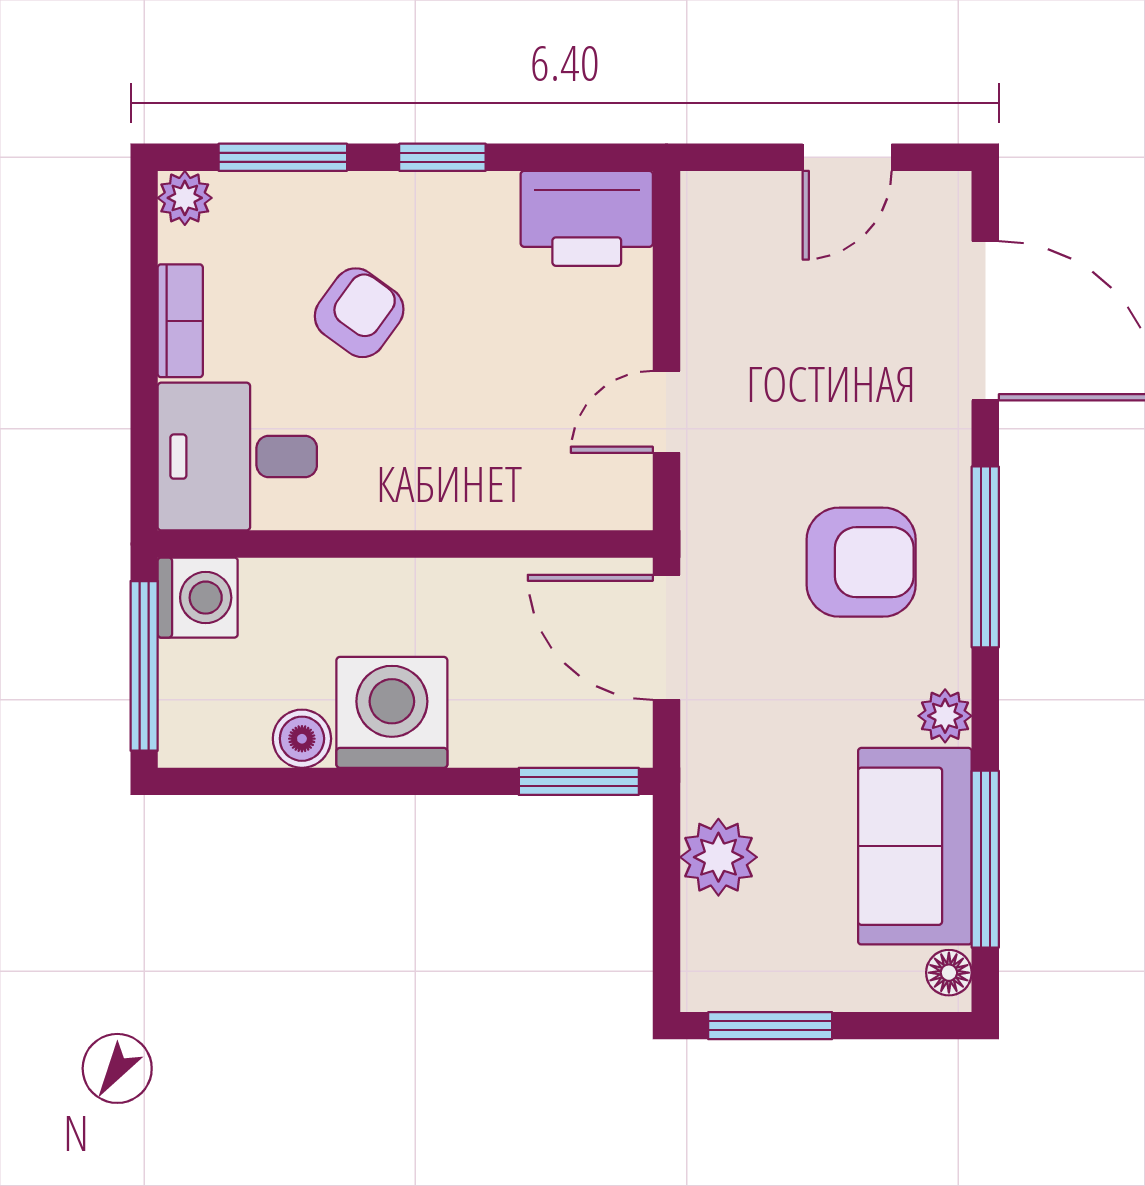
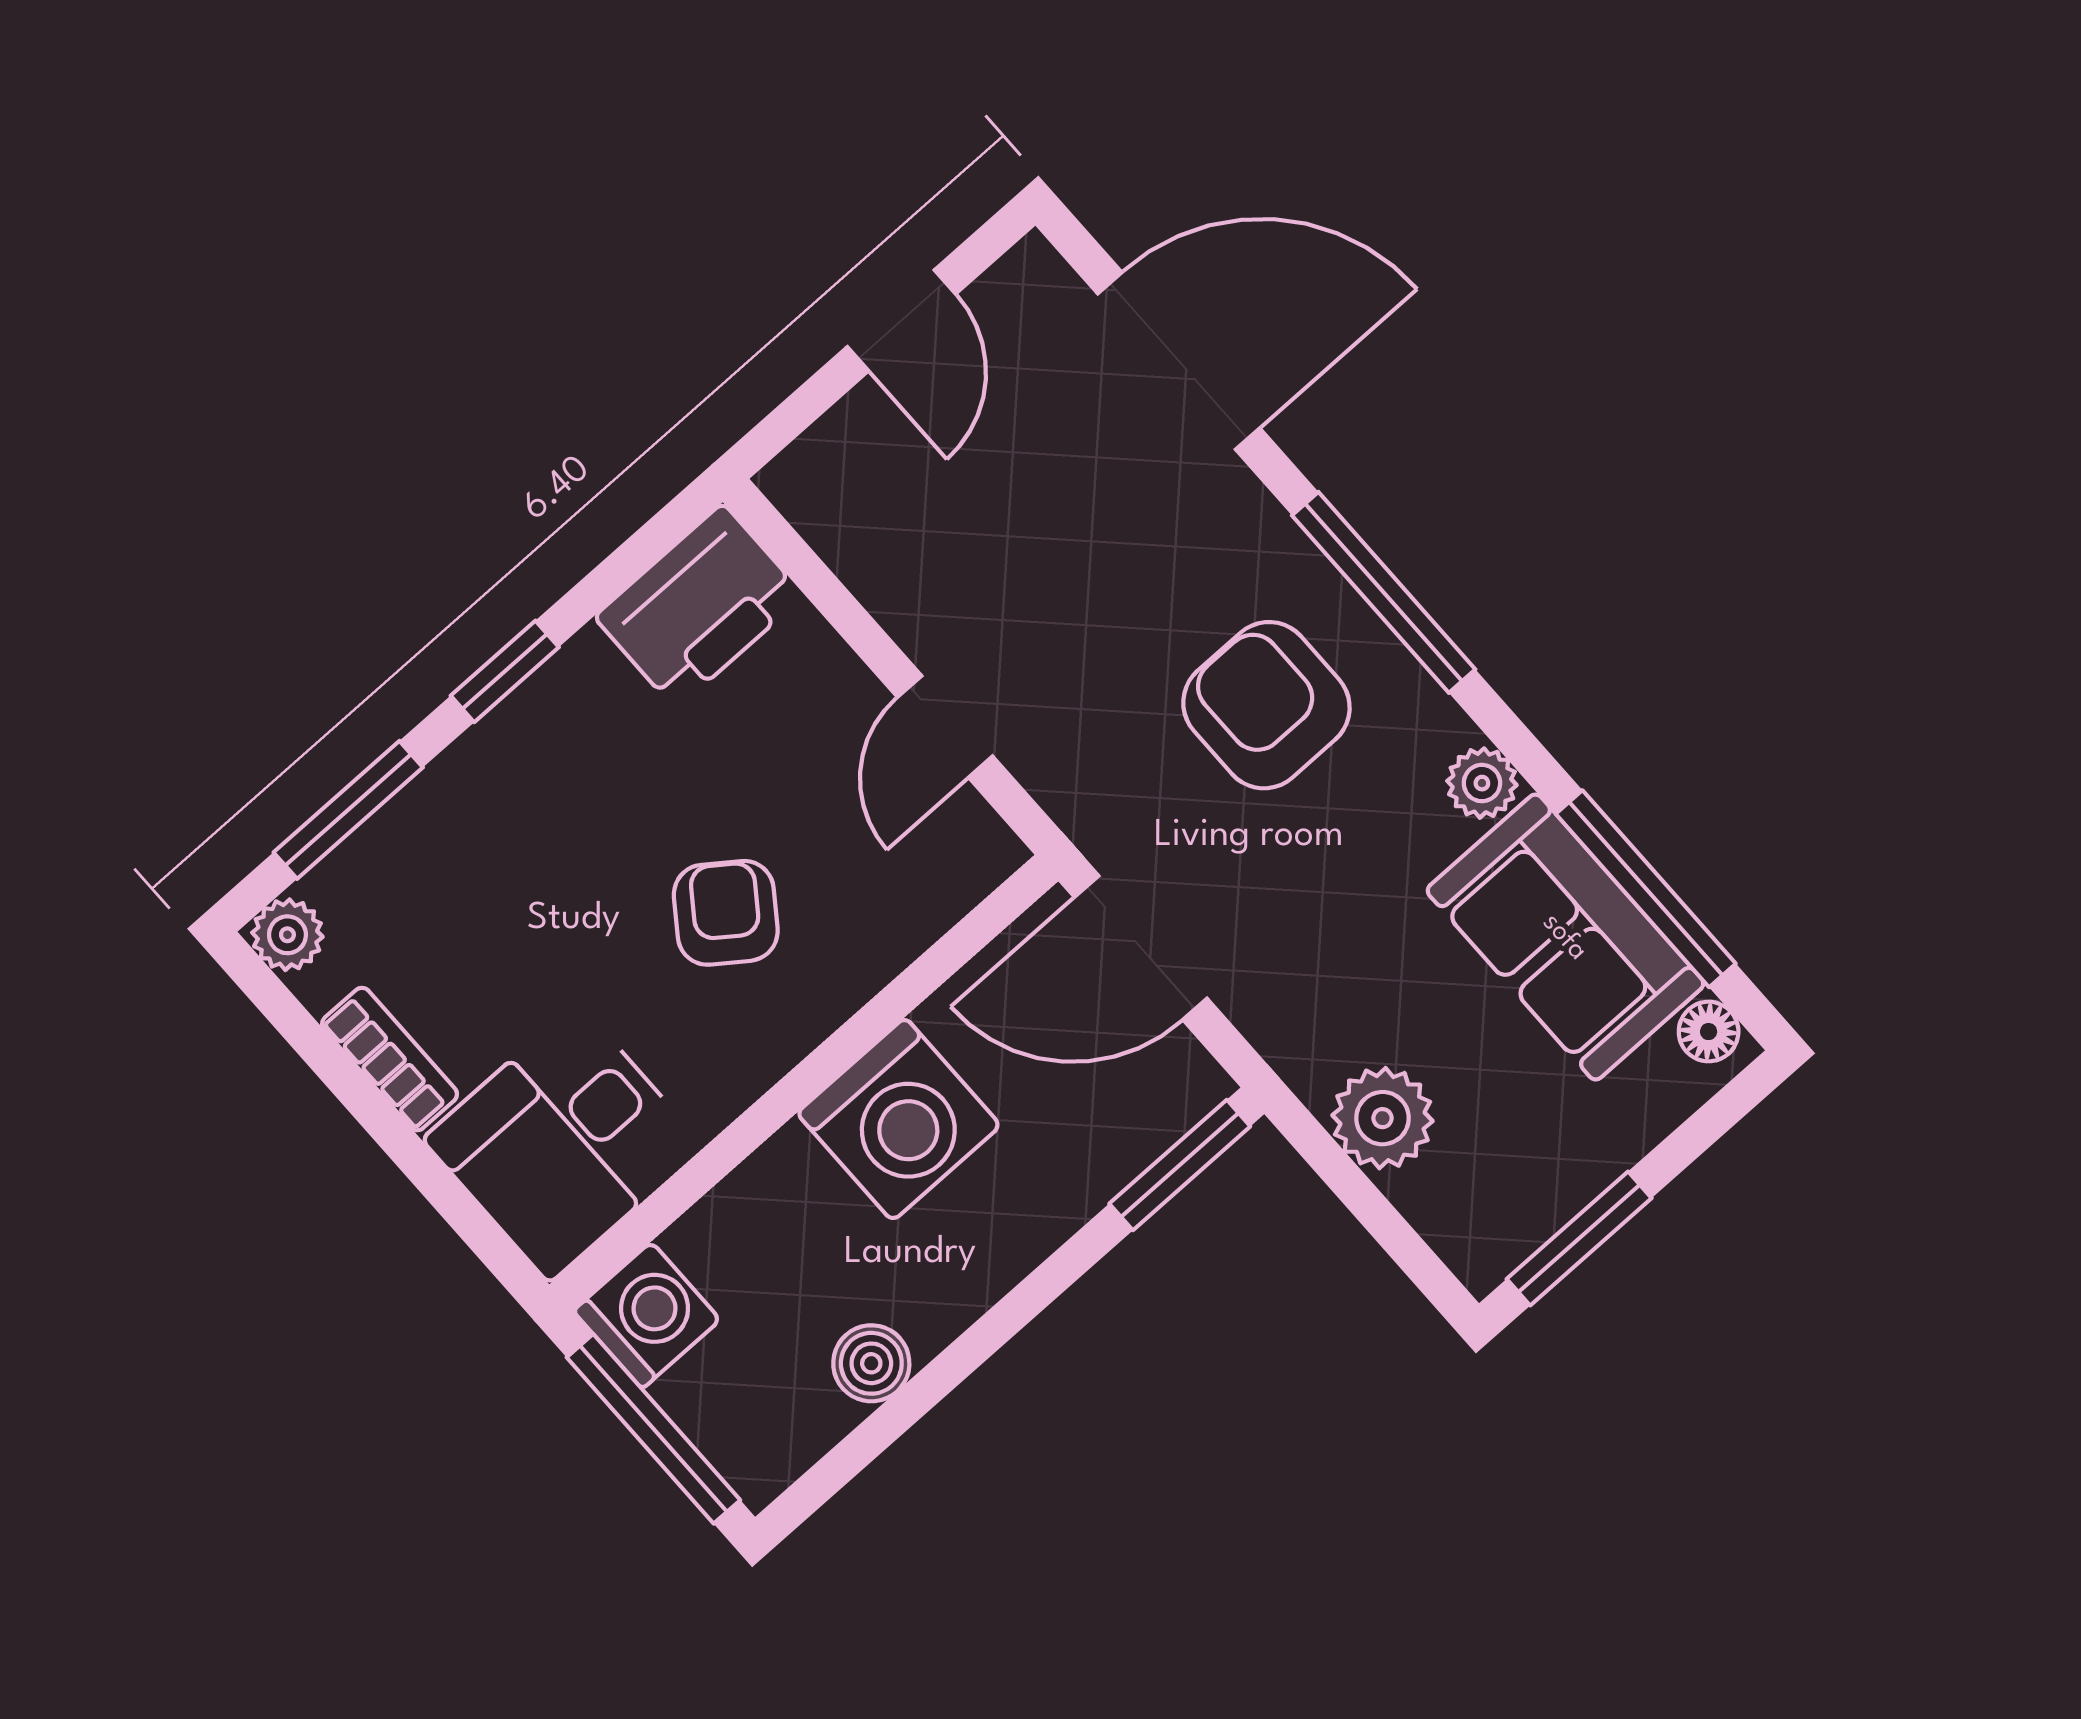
armchair: (359, 313) -> (726, 913), moved
armchair: (861, 562) -> (1266, 705), turned -90
washing machine: (392, 712) -> (899, 1119), moved, turned 180

